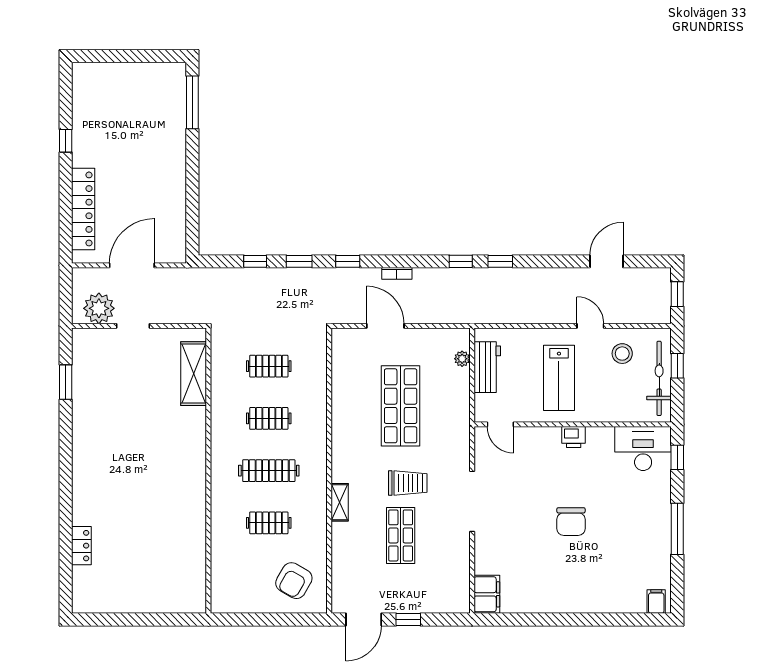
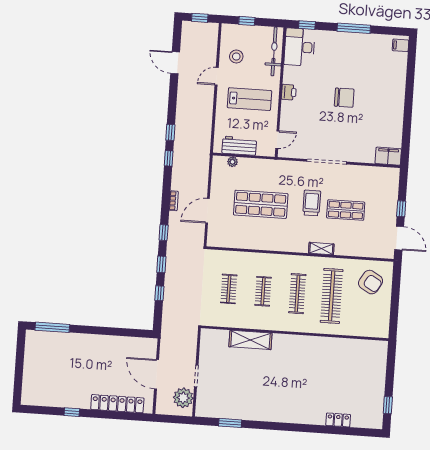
shelving: (194, 374) -> (250, 340), moved
bicycle: (659, 378) -> (274, 51), moved, turned 90
clothes rail: (269, 523) -> (332, 296), width x1.86, depth x1.31
window: (109, 620) -> (388, 405), added

